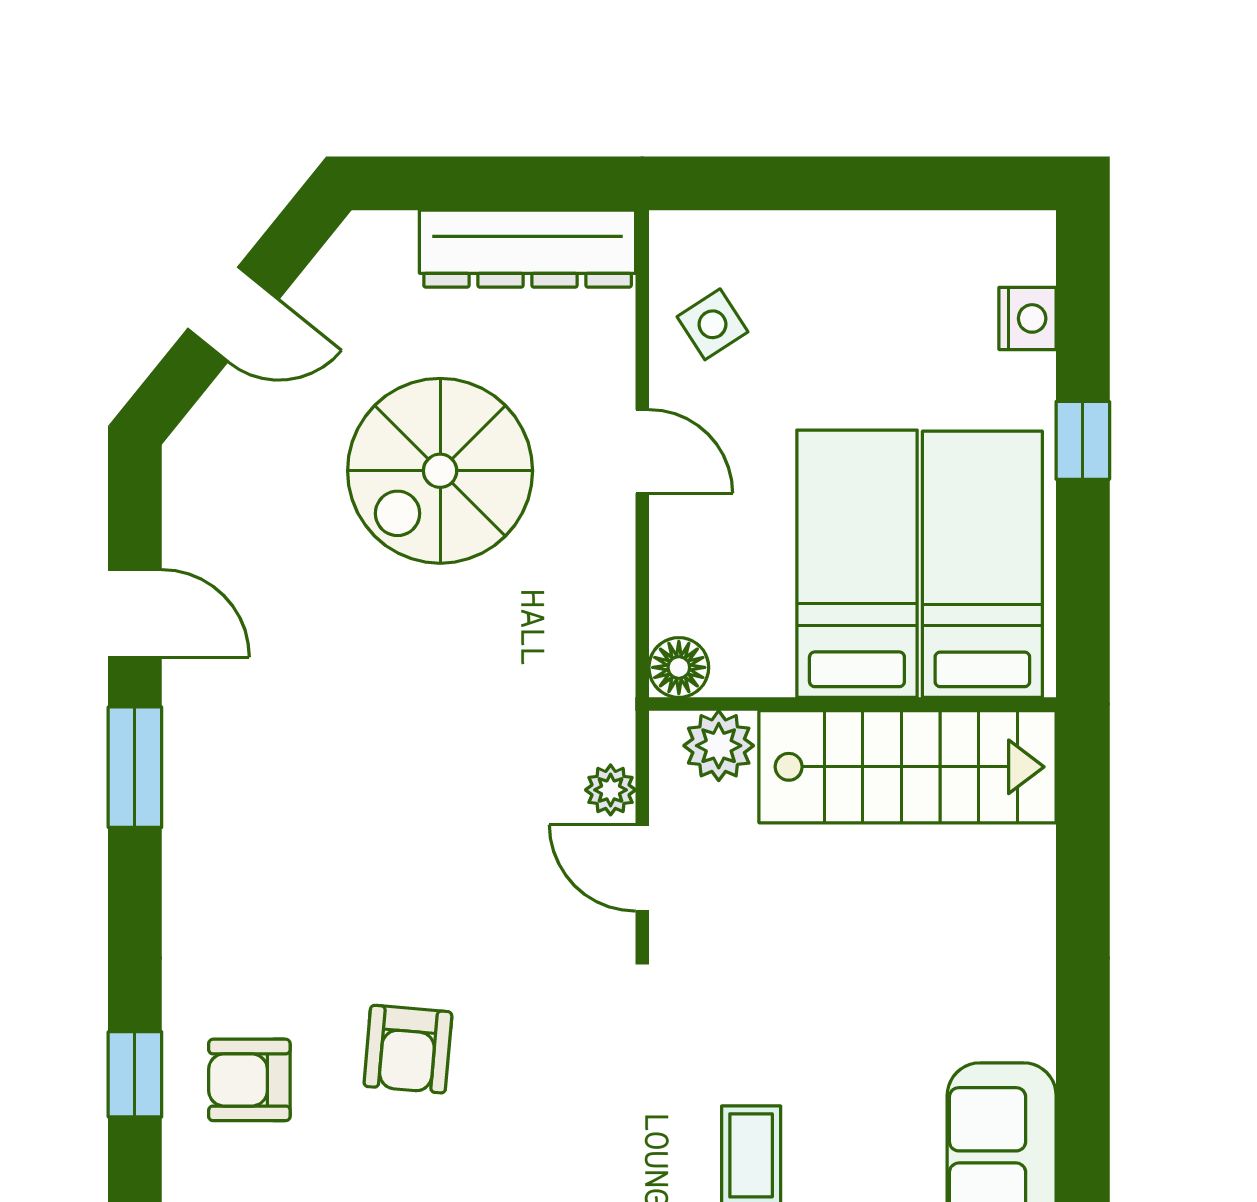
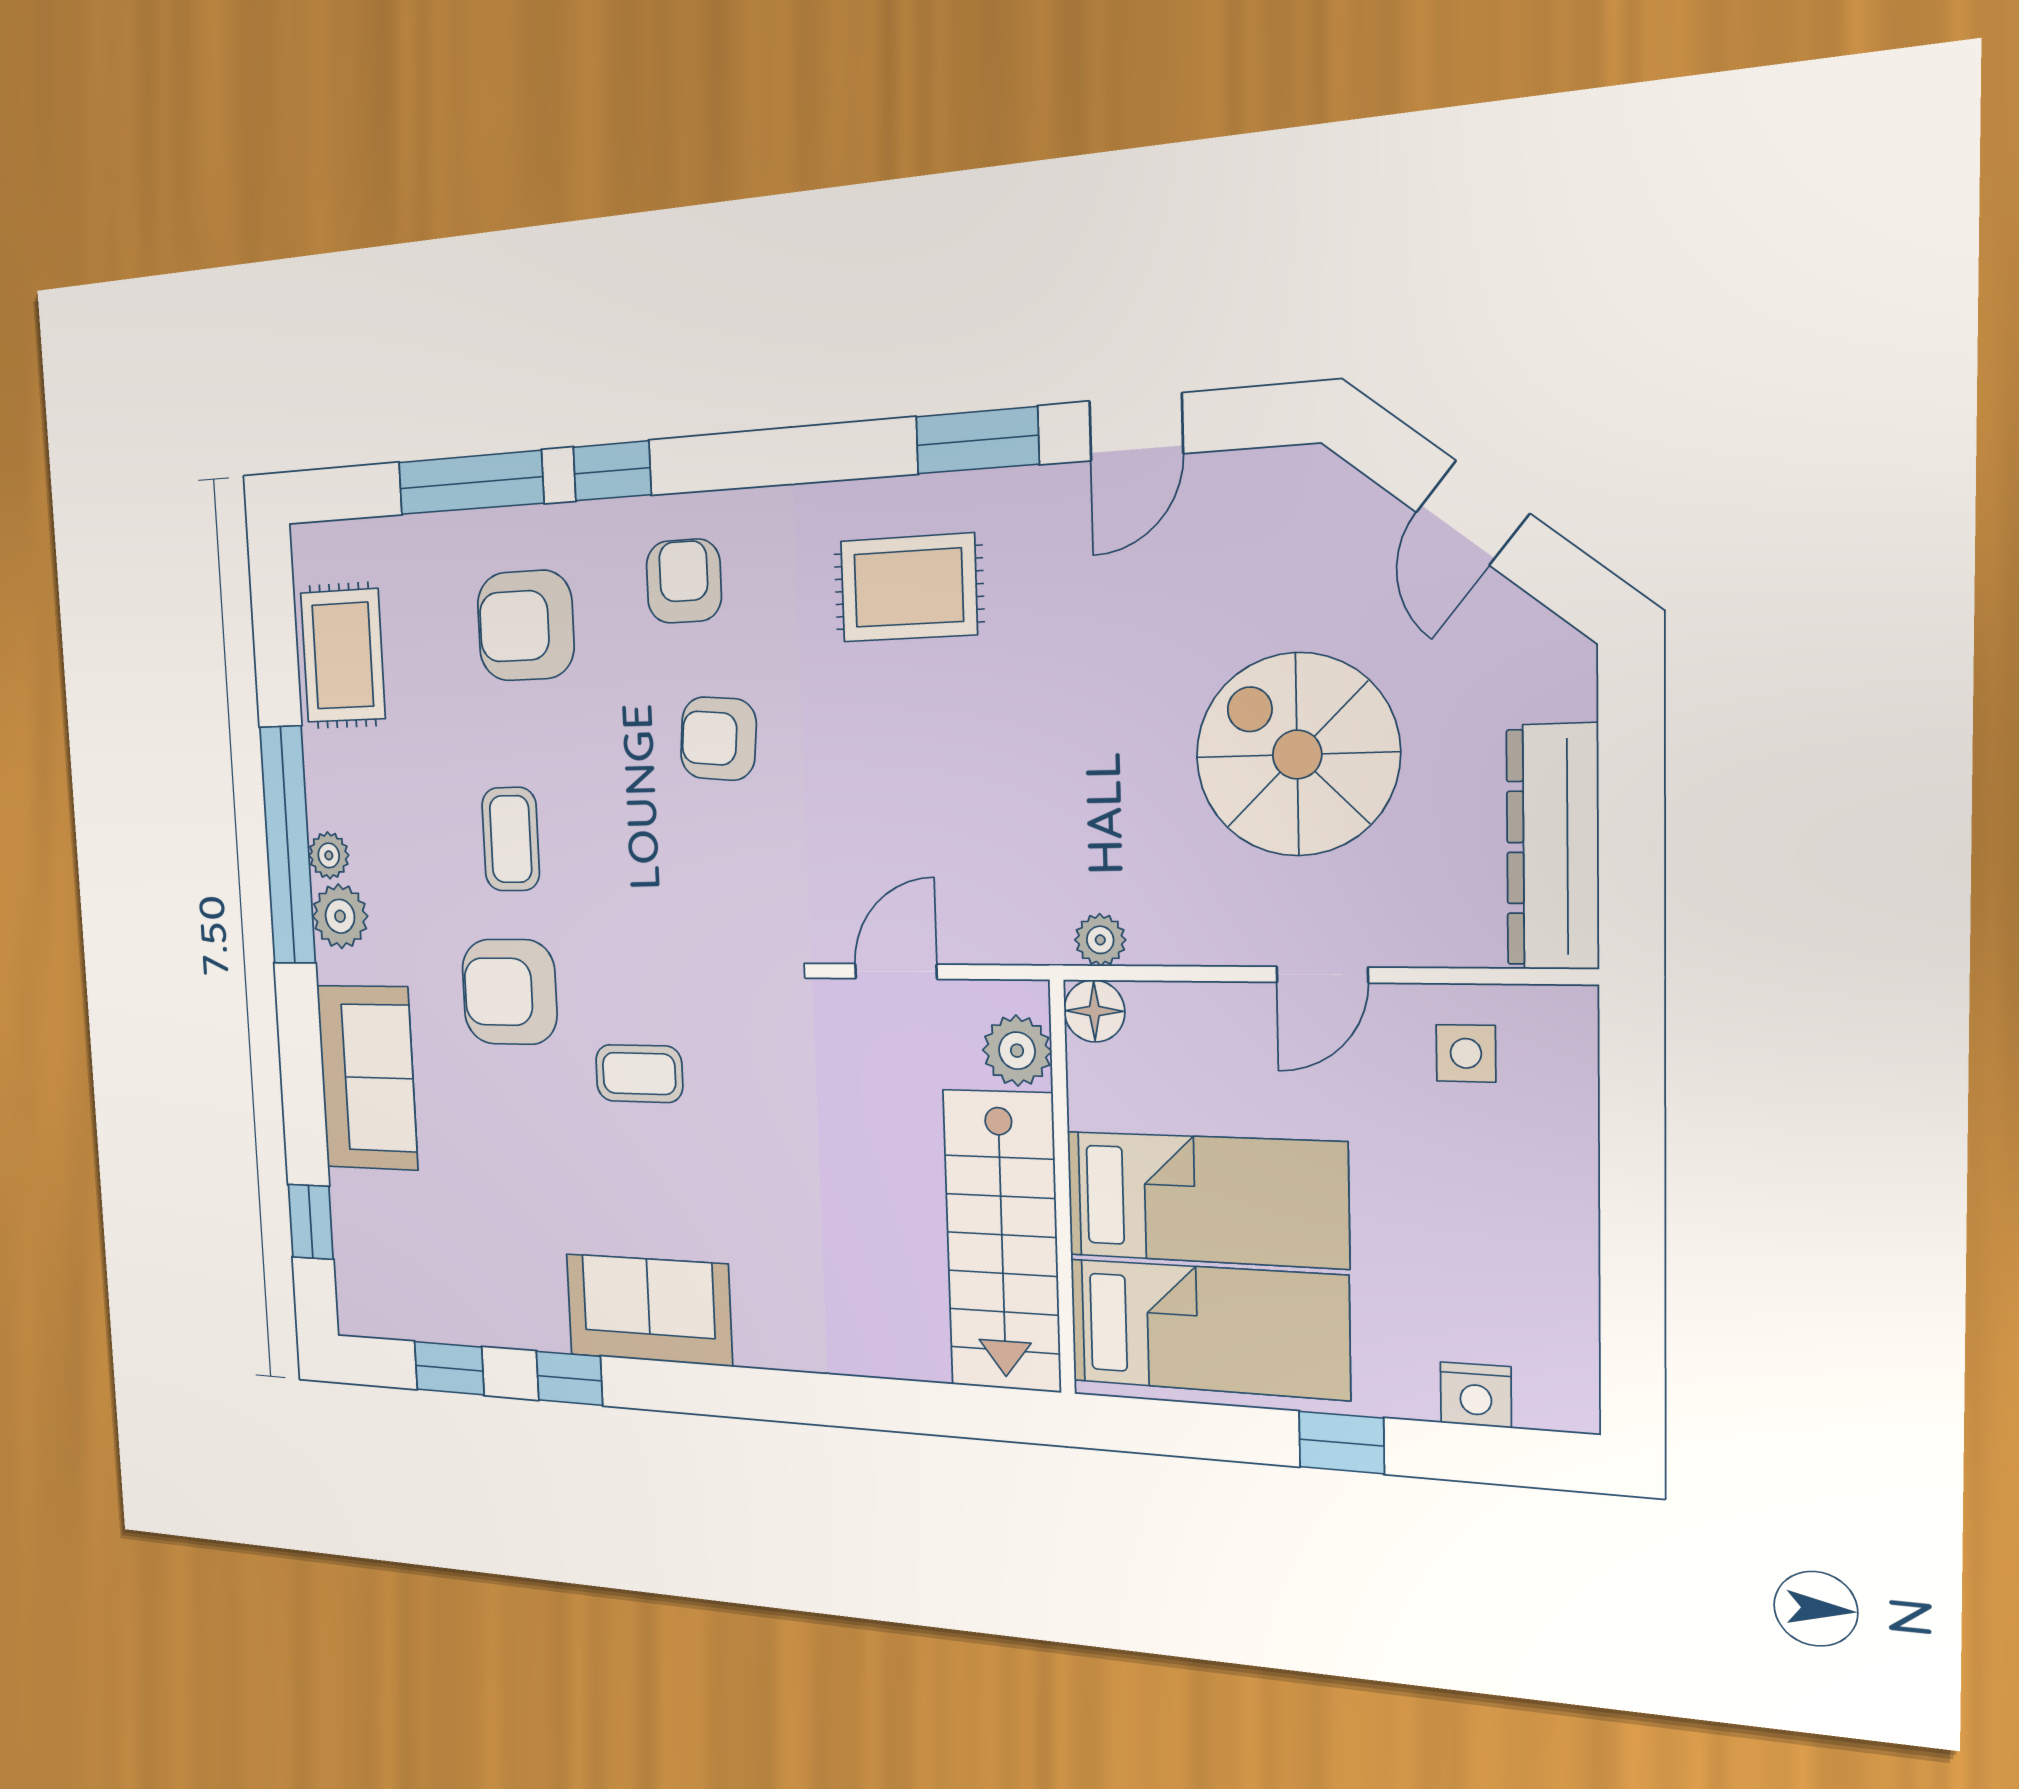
side table: (712, 324) -> (1466, 1053), turned 33
plant: (611, 790) -> (1100, 940), moved
rug: (269, 841) -> (909, 588), added
window: (135, 1074) -> (612, 471), moved

